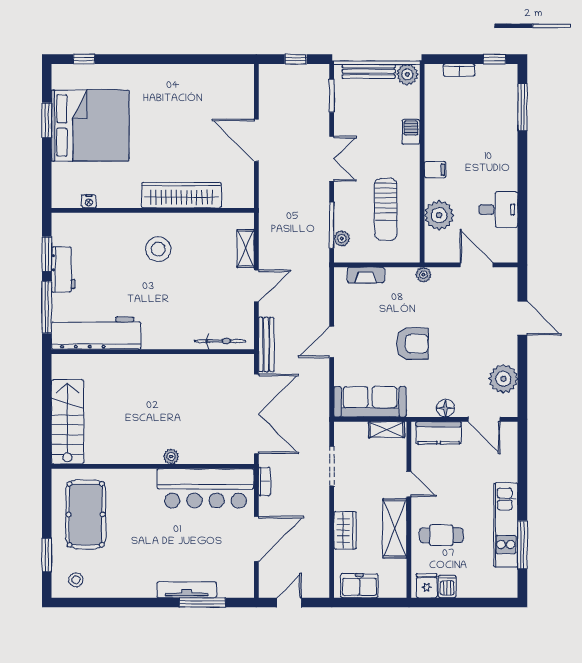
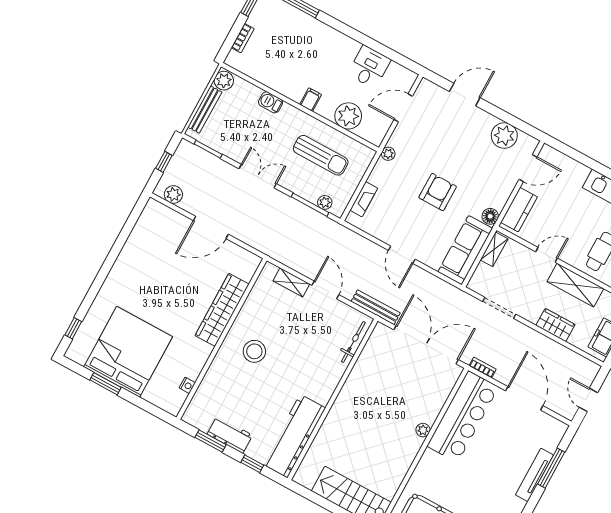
plant: (269, 86) -> (173, 195), added
window: (47, 307) -> (252, 464), width x0.46
floor lamp: (445, 408) -> (490, 216), moved

